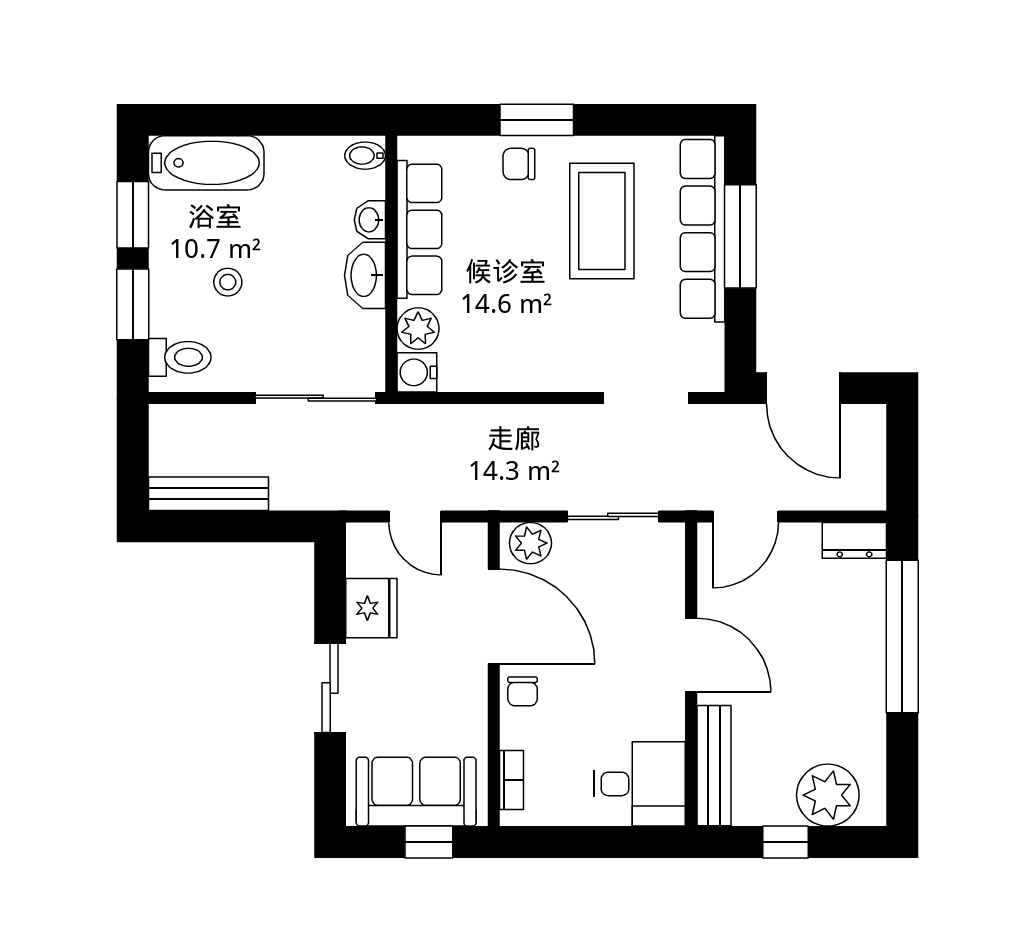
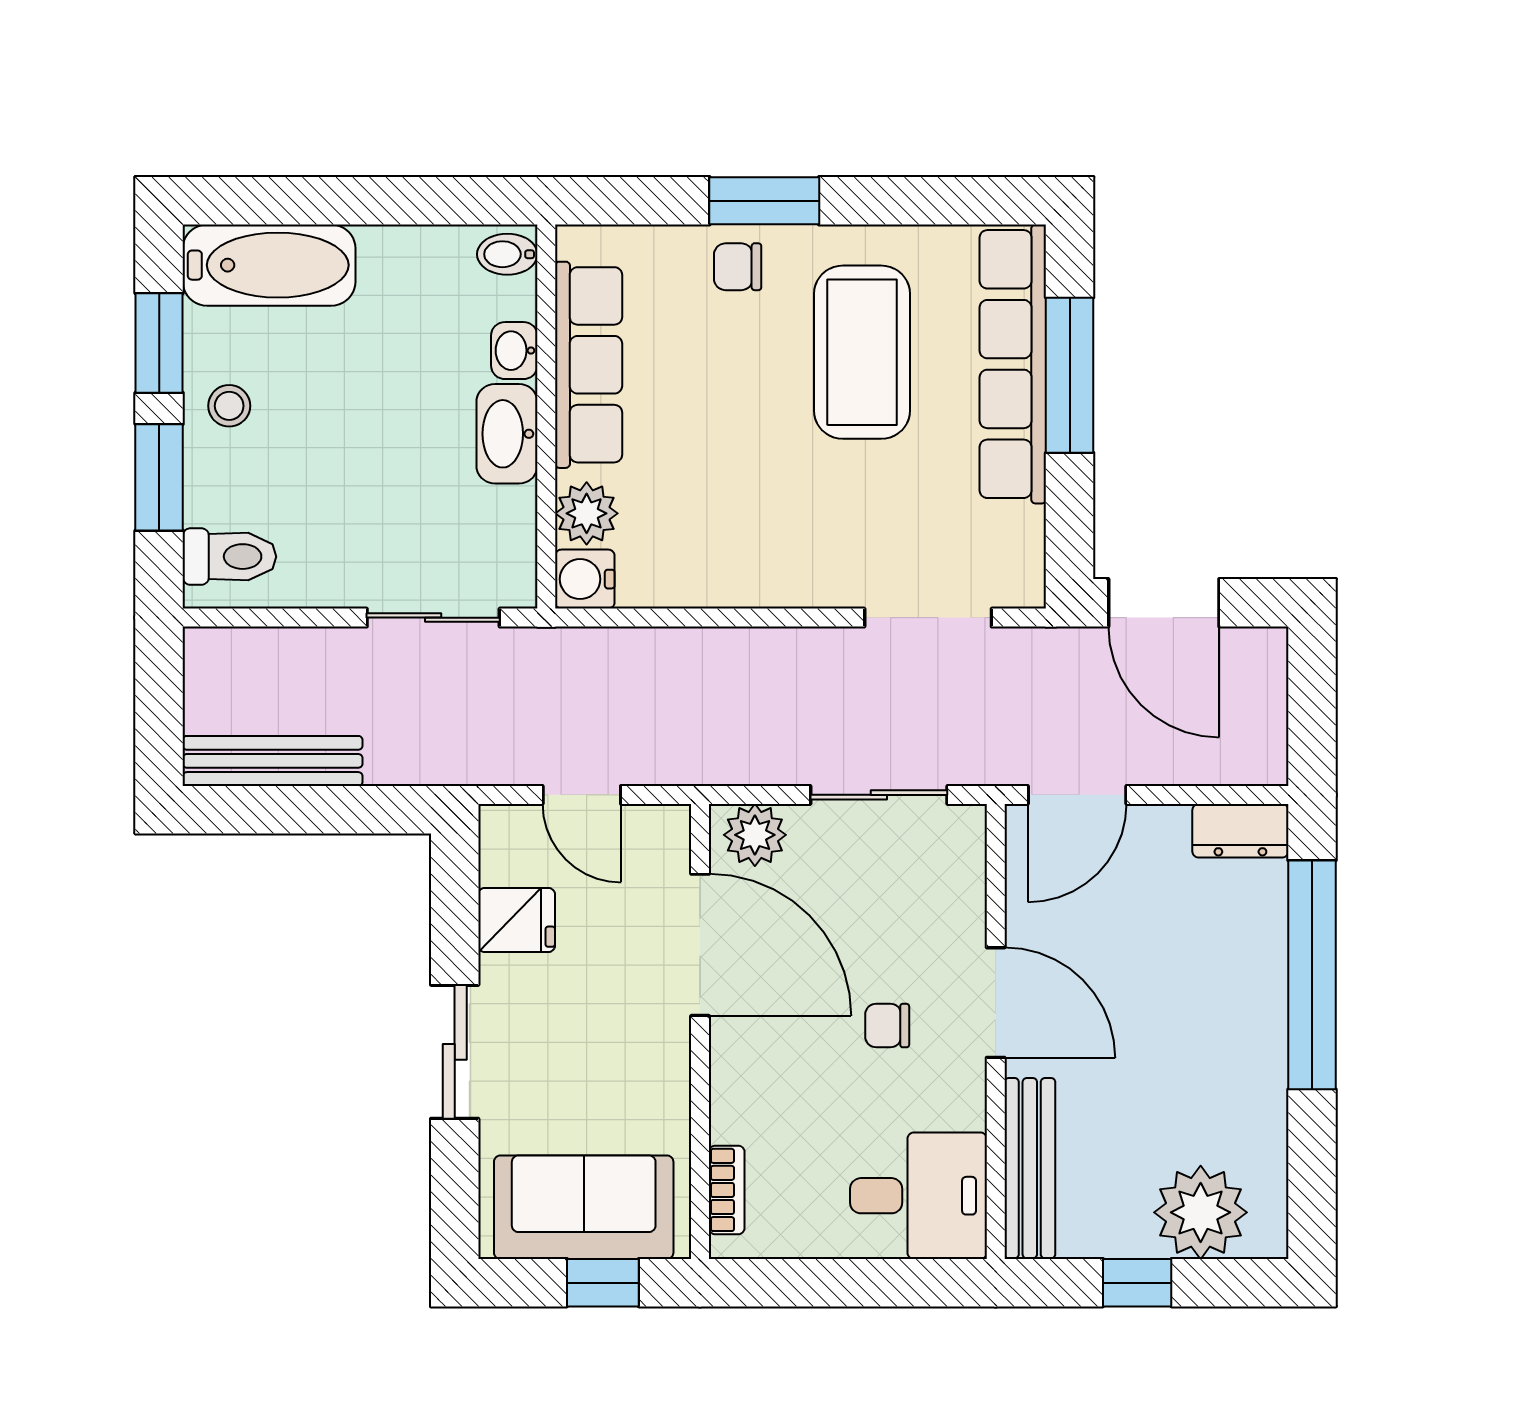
stool: (228, 282) -> (229, 406), moved
sliding door: (316, 398) -> (433, 618), width x0.73
fridge: (371, 608) -> (517, 920), width x0.72
chair: (523, 691) -> (887, 1026), moved, turned 90

